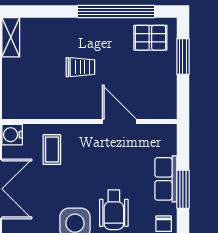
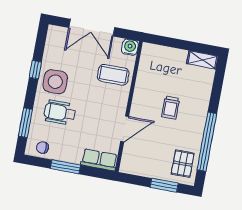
coffee table: (52, 149) -> (113, 75), width x1.36, depth x1.30
row of seats: (166, 179) -> (99, 160), moved

